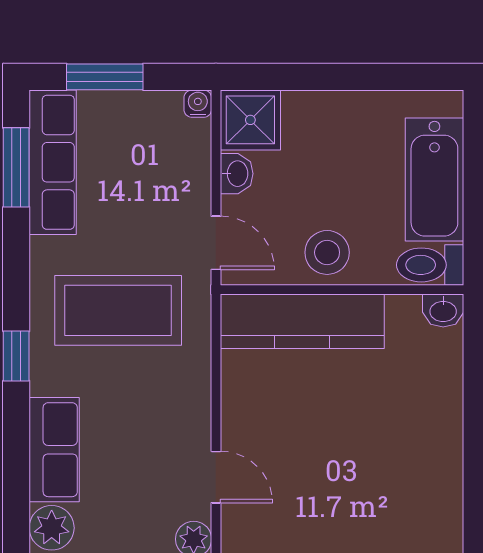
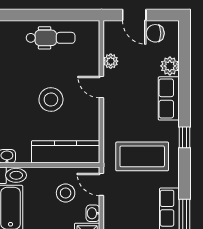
stool: (327, 252) -> (66, 193), moved
stool: (337, 447) -> (51, 99), added

